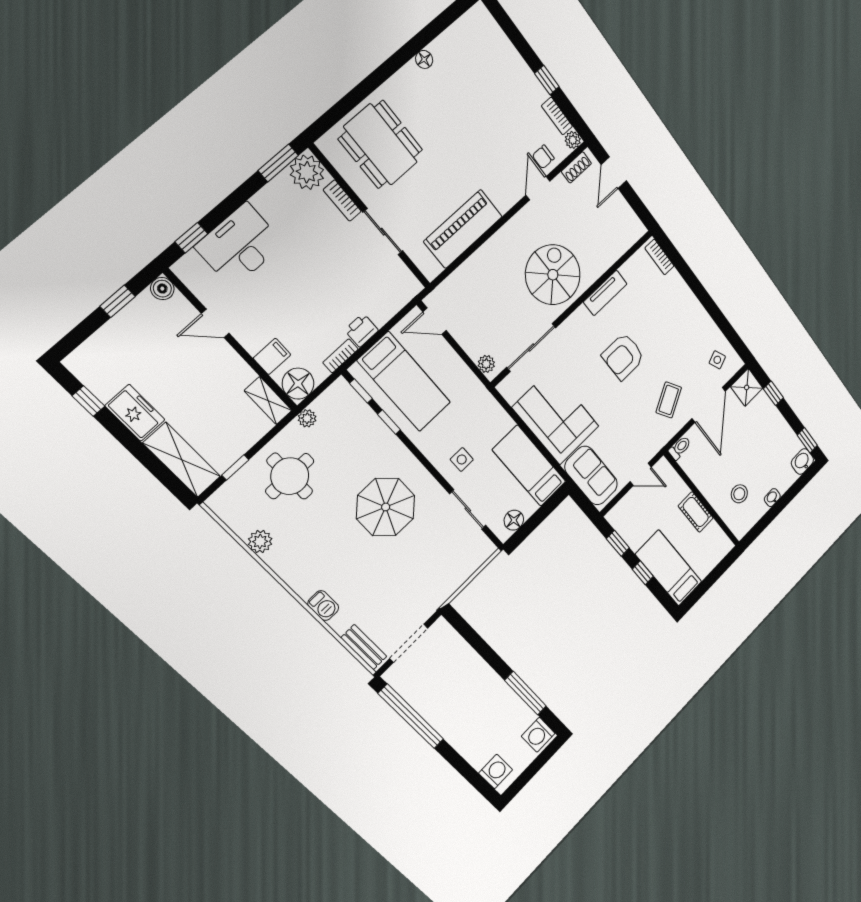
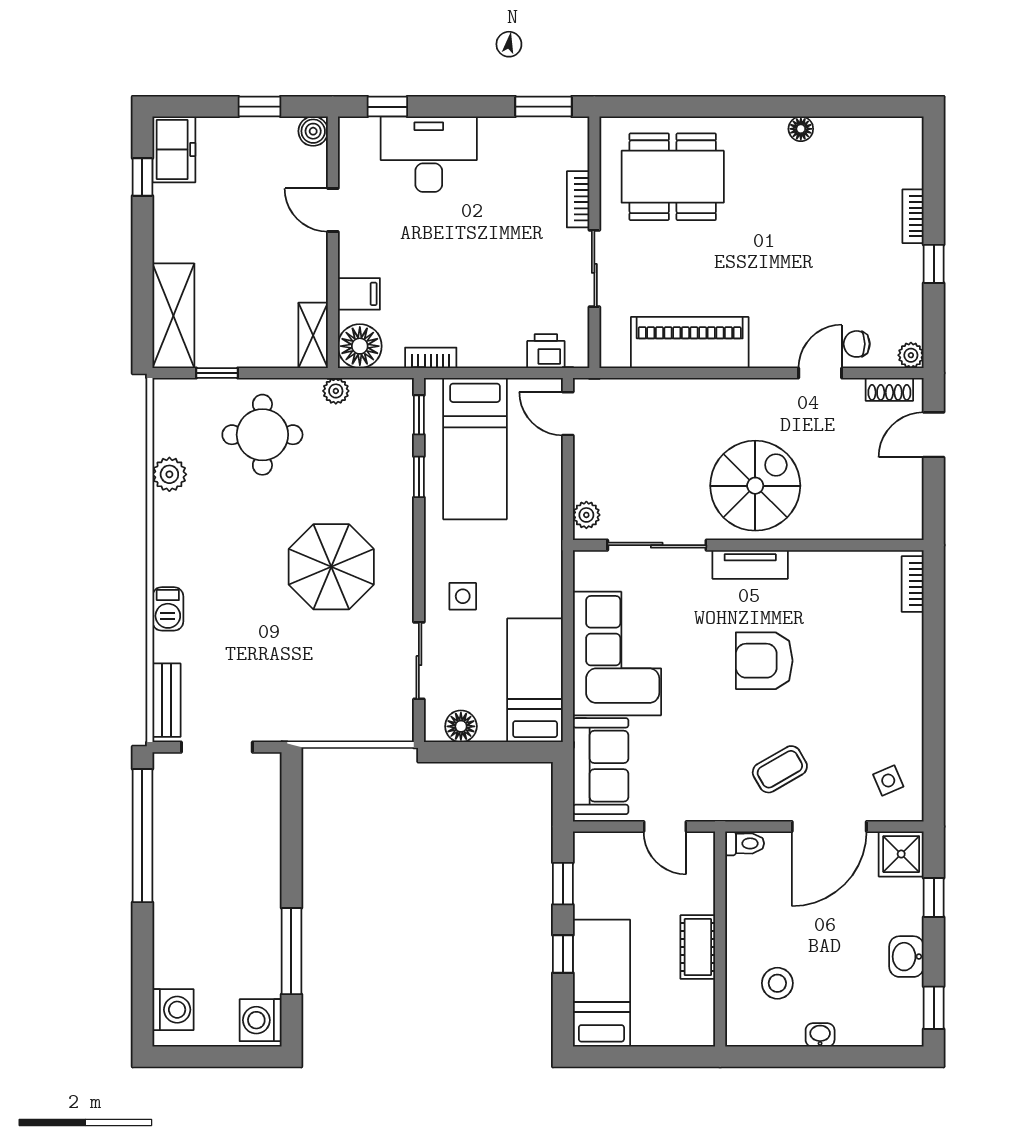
bookcase: (557, 116) -> (913, 216), moved
dining table: (381, 144) -> (673, 177), turned 90
plant: (307, 172) -> (566, 140), removed
tv unit: (605, 293) -> (750, 564), moved
printer: (361, 330) -> (546, 351), moved
freezer: (135, 413) -> (174, 149), moved
washbasin: (802, 461) -> (906, 957), moved, turned -90

